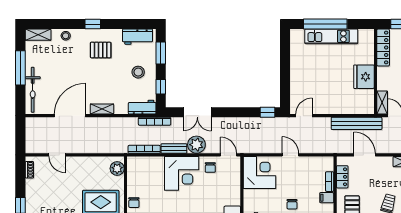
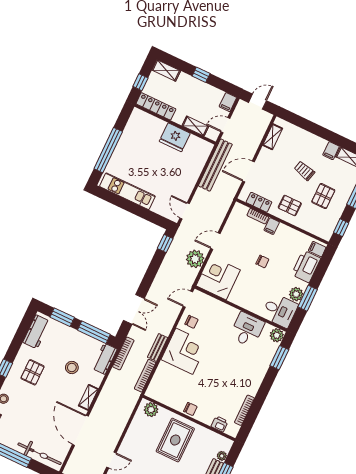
kitchen unit: (331, 36) -> (127, 191), moved, turned -90
stool: (138, 72) -> (72, 367), moved
window: (161, 87) -> (94, 332), width x2.17
shelving: (382, 102) -> (195, 126), moved
plant: (196, 145) -> (195, 259), moved

